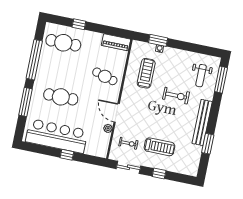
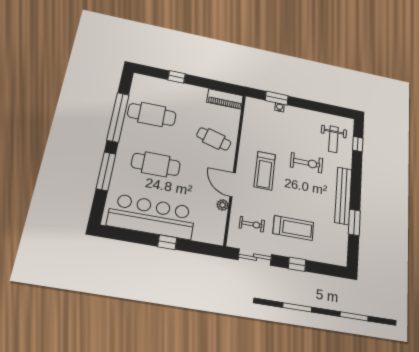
cafe table: (63, 43) -> (152, 114), moved
treadmill: (146, 73) -> (265, 171), moved, turned 180
window: (221, 80) -> (358, 144), width x0.46

